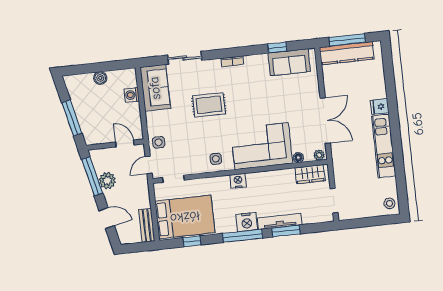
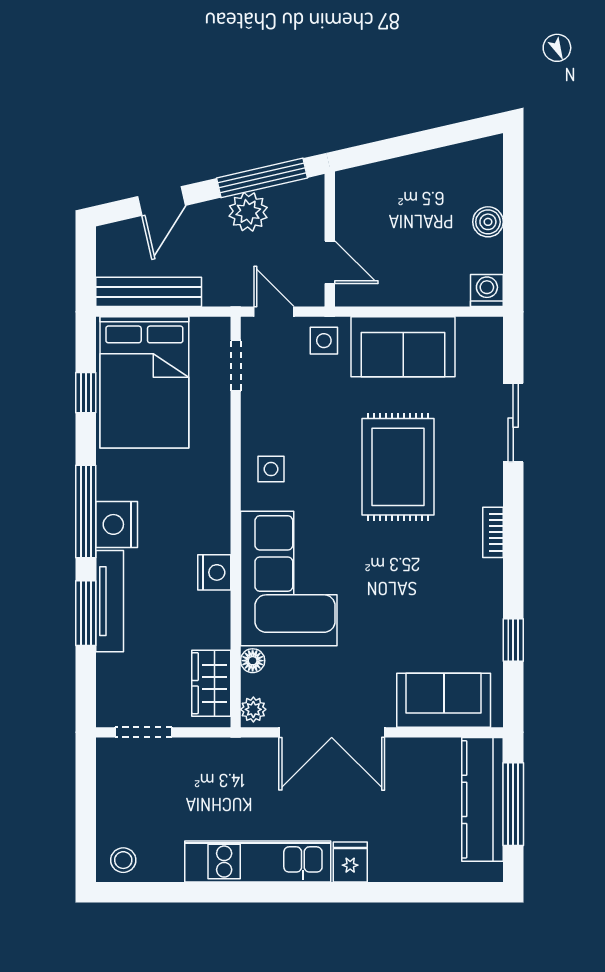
sofa: (289, 62) -> (444, 700), moved, turned 90
sofa: (155, 88) -> (403, 347), moved
washing machine: (132, 95) -> (487, 290), moved
rug: (209, 105) -> (398, 467), width x1.36, depth x1.43
window: (72, 118) -> (403, 146), removed
door: (125, 143) -> (330, 262), hinge flipped
nightstand: (238, 181) -> (214, 572), moved
bench: (147, 225) -> (149, 292), width x1.36

